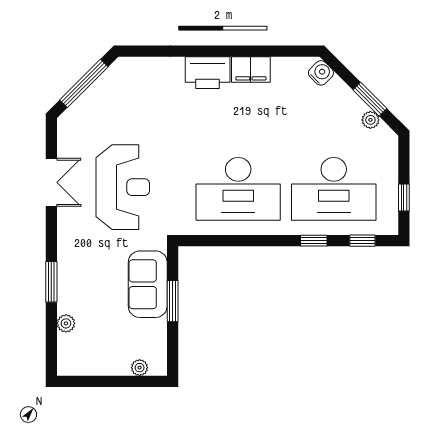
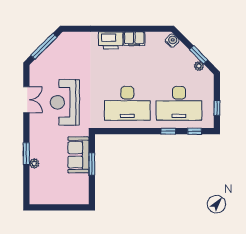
reception desk: (123, 187) -> (65, 102), turned 180
plant: (66, 323) -> (34, 163), moved
plant: (140, 368) -> (74, 200), removed

